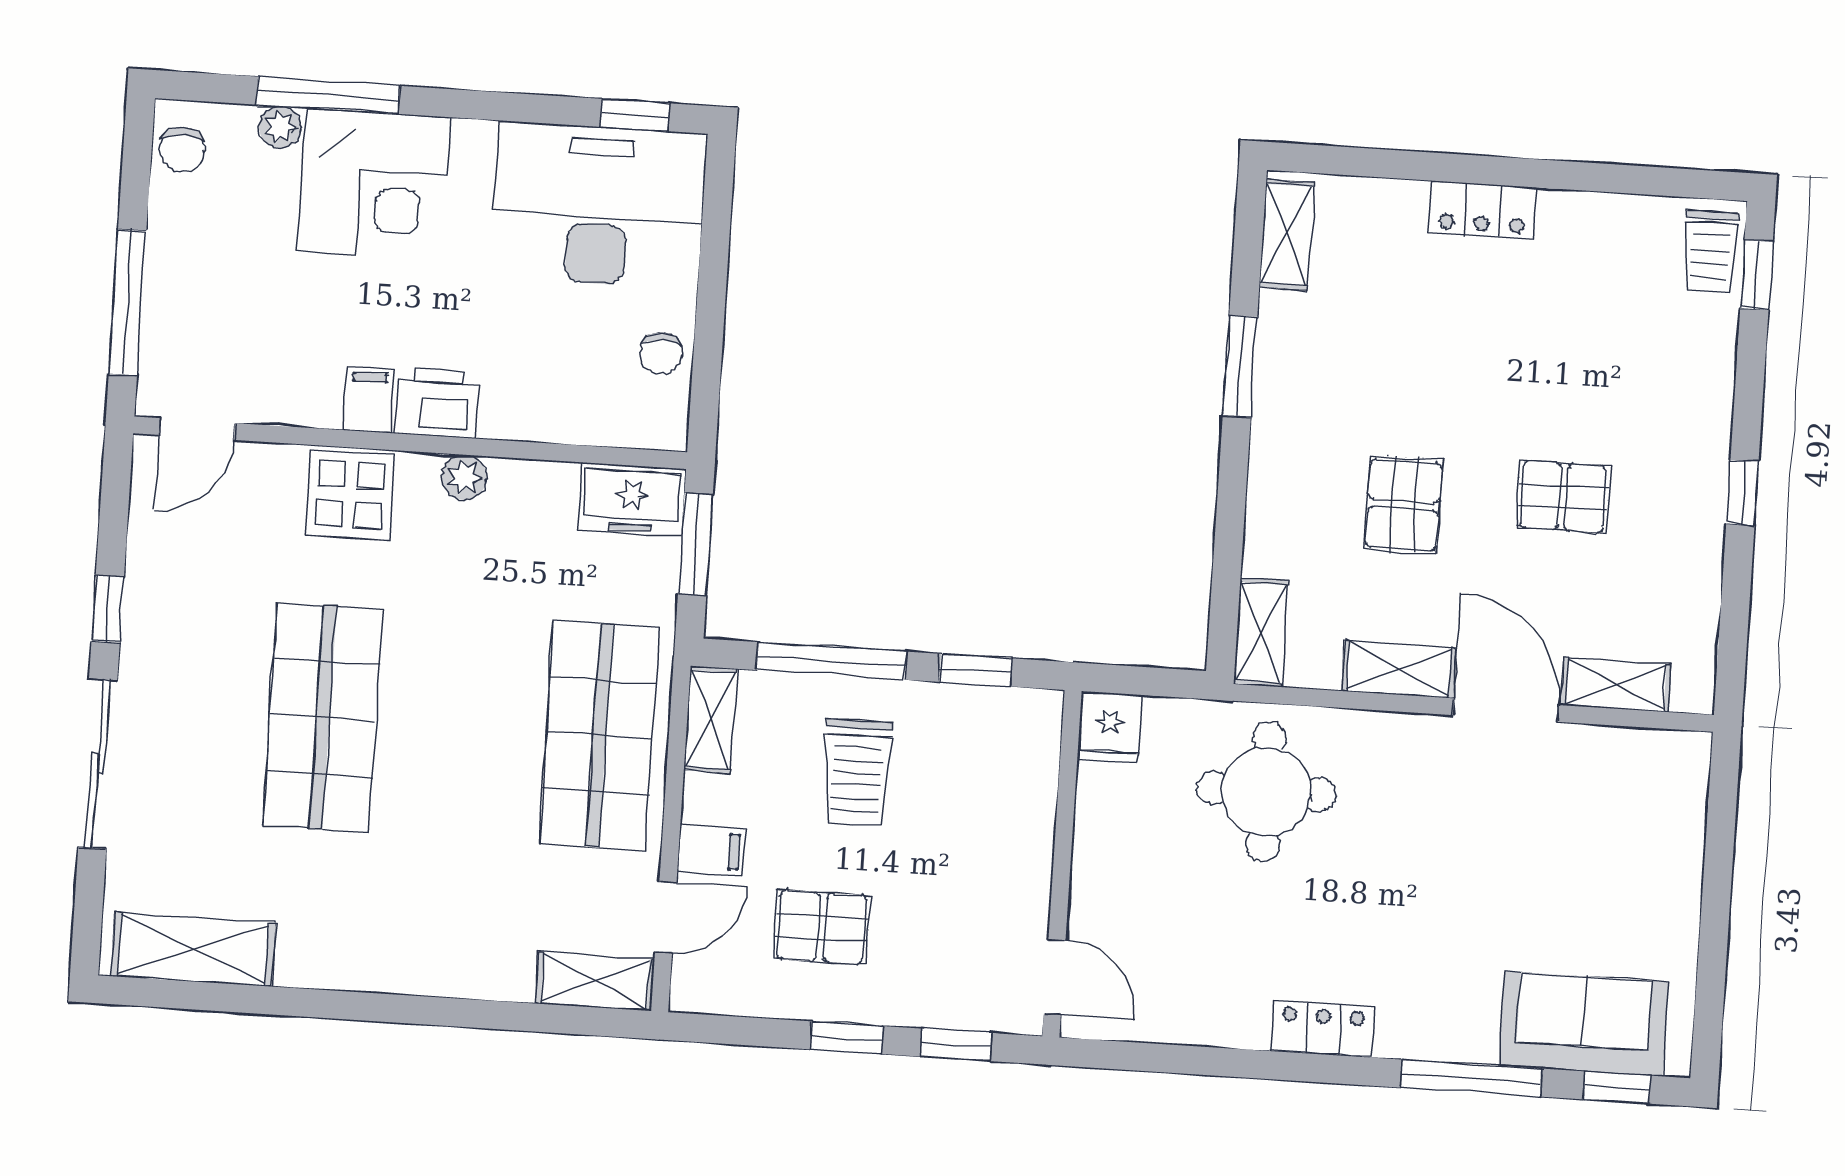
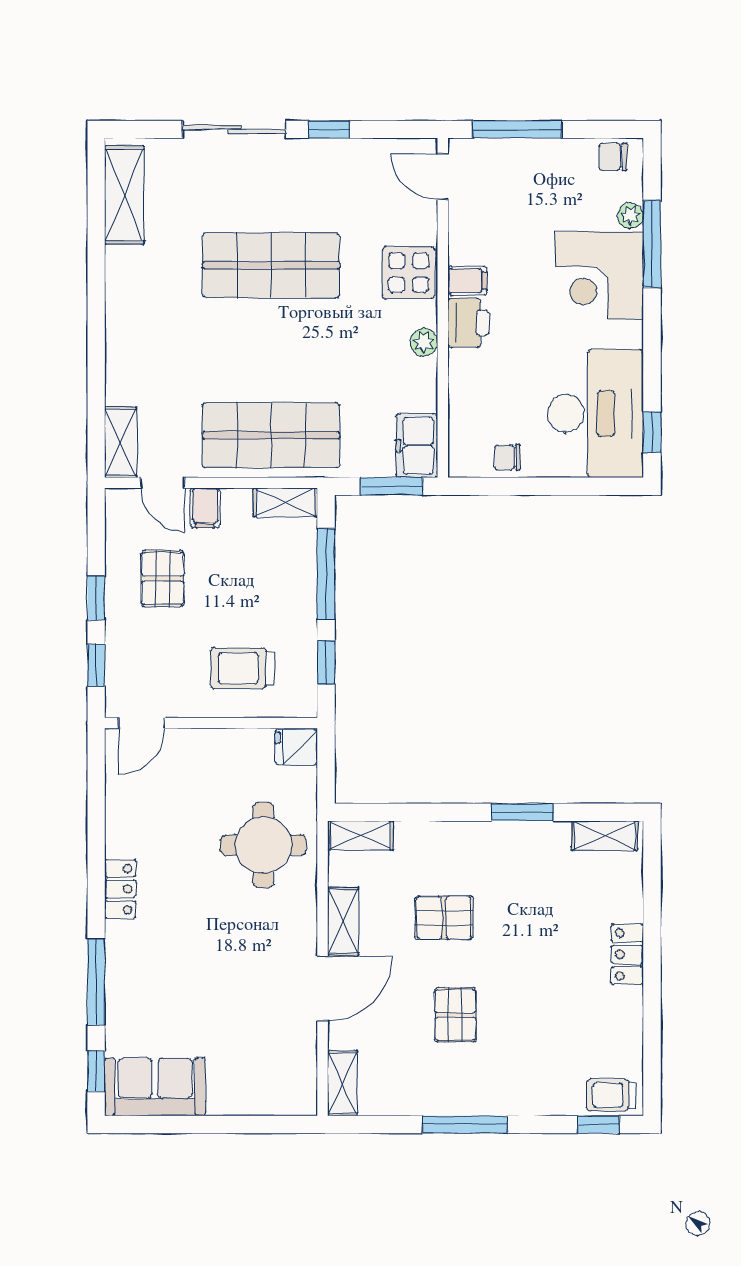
window: (1742, 493) -> (465, 1124), width x2.17
shelving: (1616, 685) -> (342, 1083), moved
trolley: (857, 772) -> (243, 668), moved
sofa: (1583, 1024) -> (155, 1087), moved, turned -90

